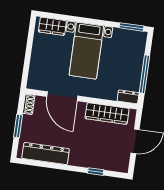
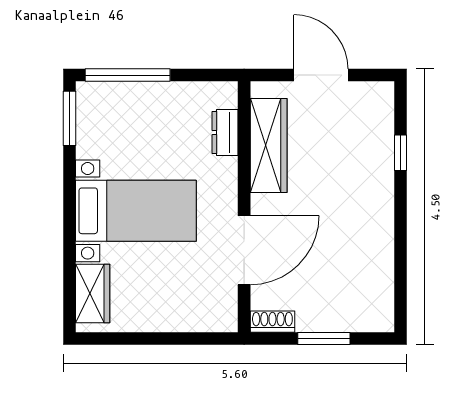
window: (145, 74) -> (128, 75), moved
dresser: (128, 97) -> (225, 133), moved
dresser: (46, 154) -> (376, 269), removed

